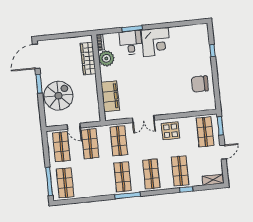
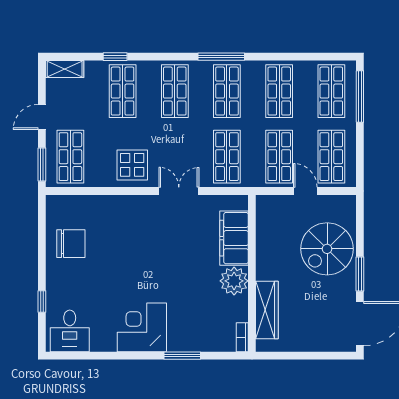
desk: (131, 43) -> (70, 331), moved
plant: (106, 58) -> (234, 281), moved
shop shelf: (94, 180) -> (279, 91), added

